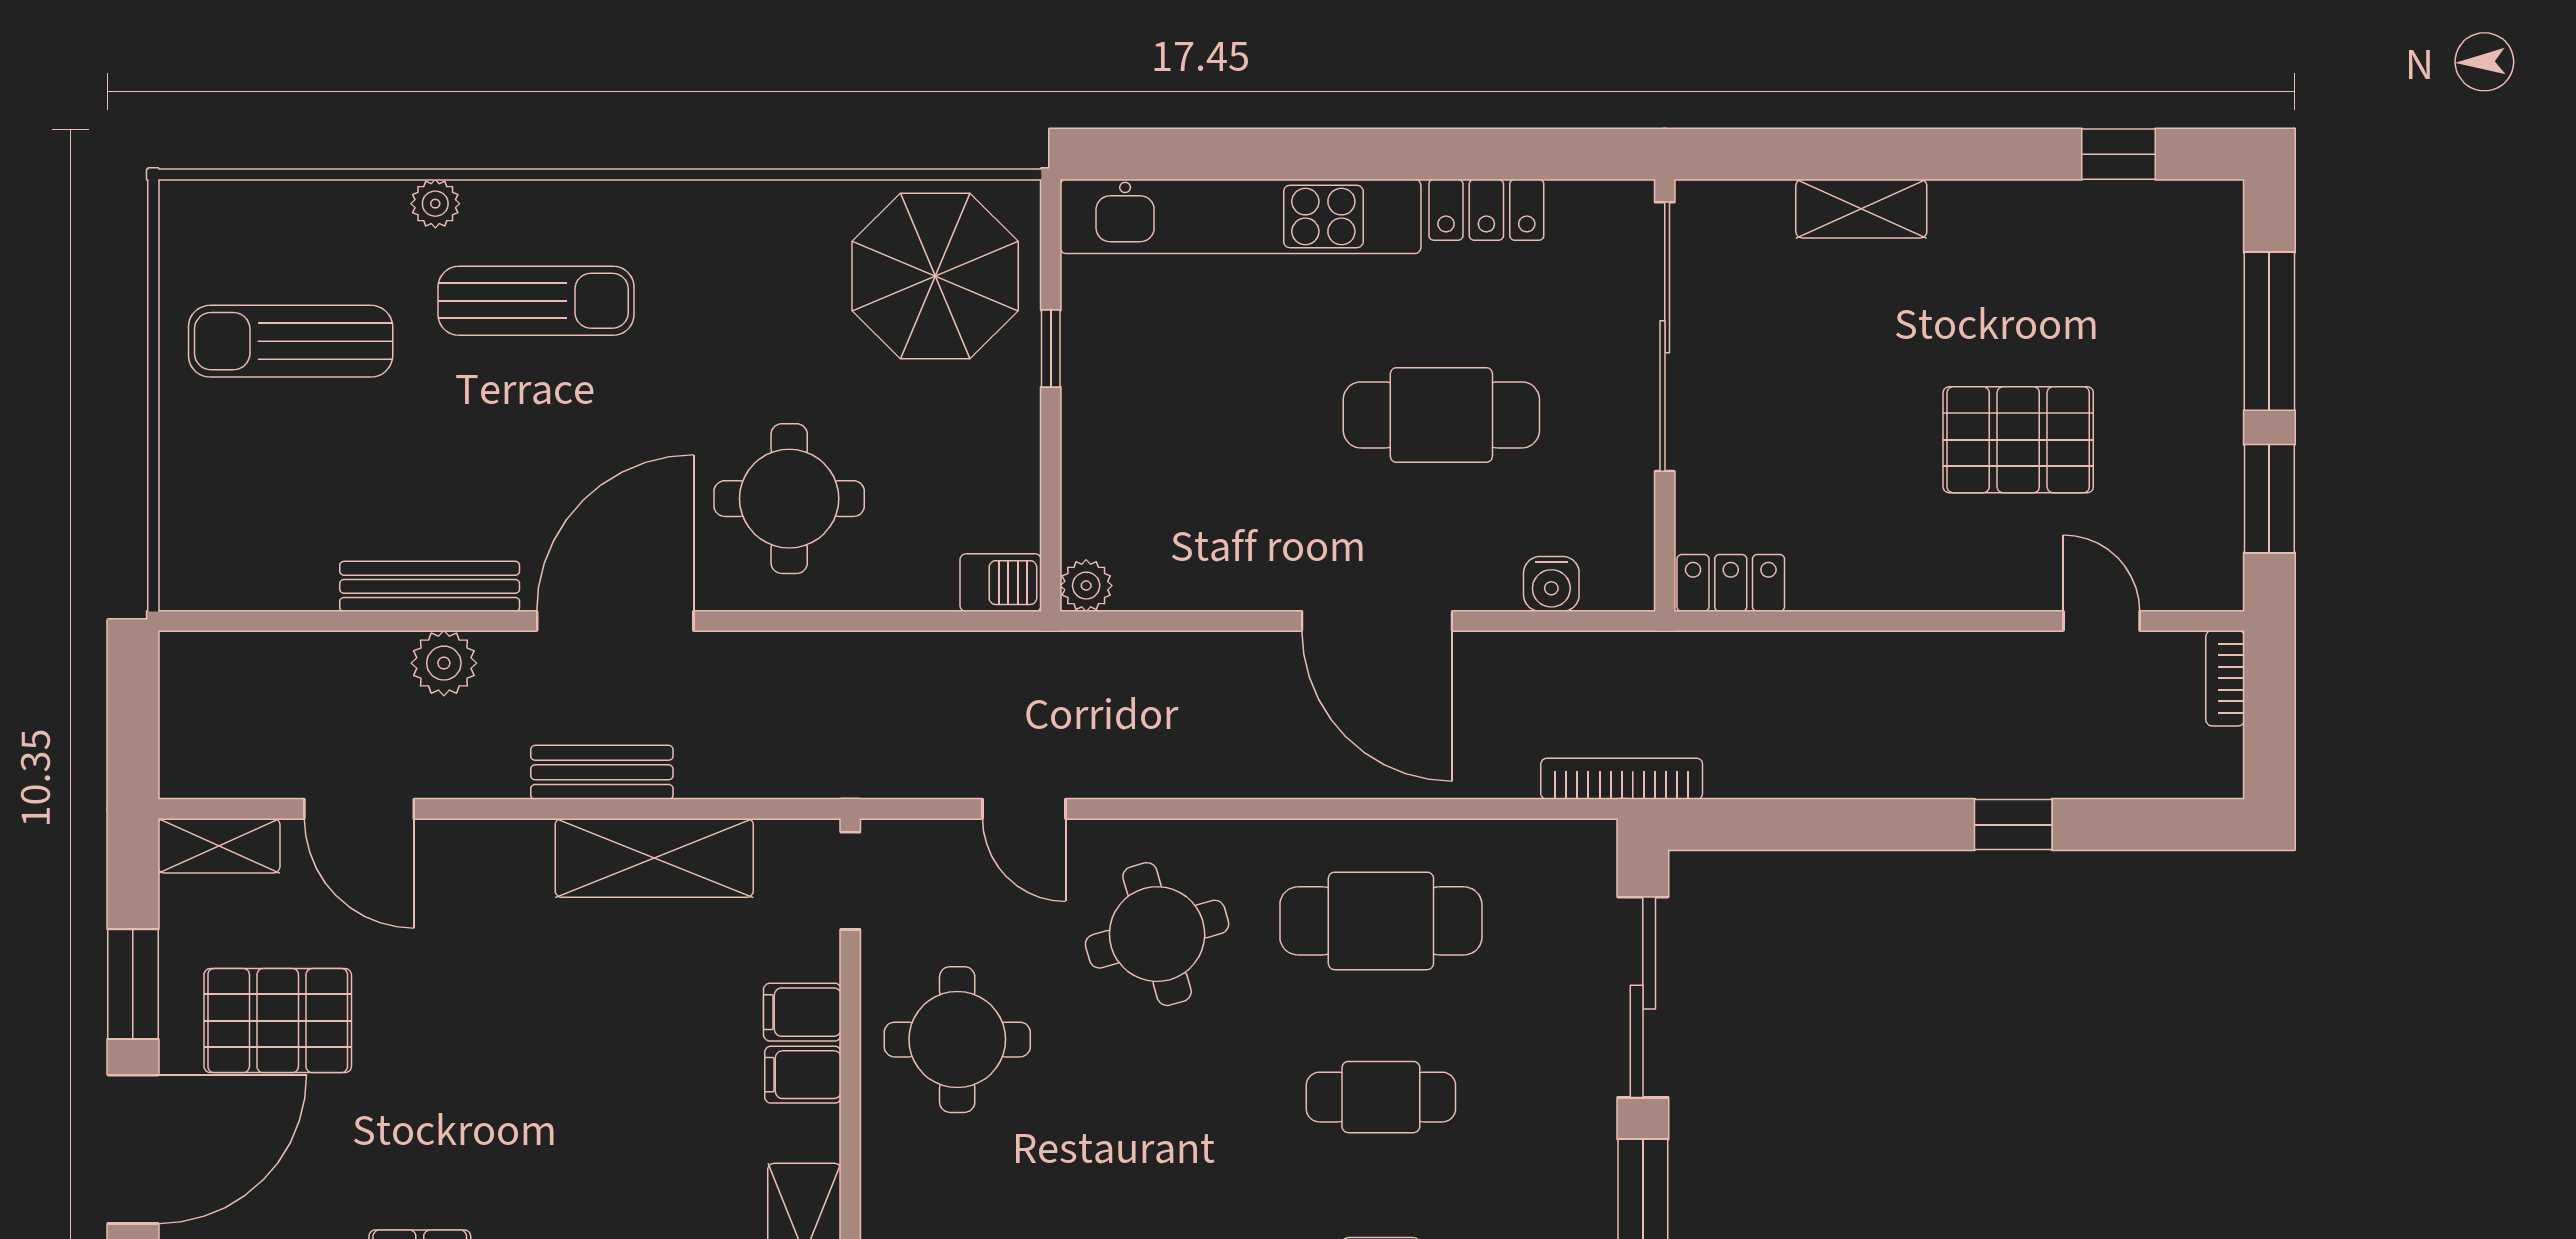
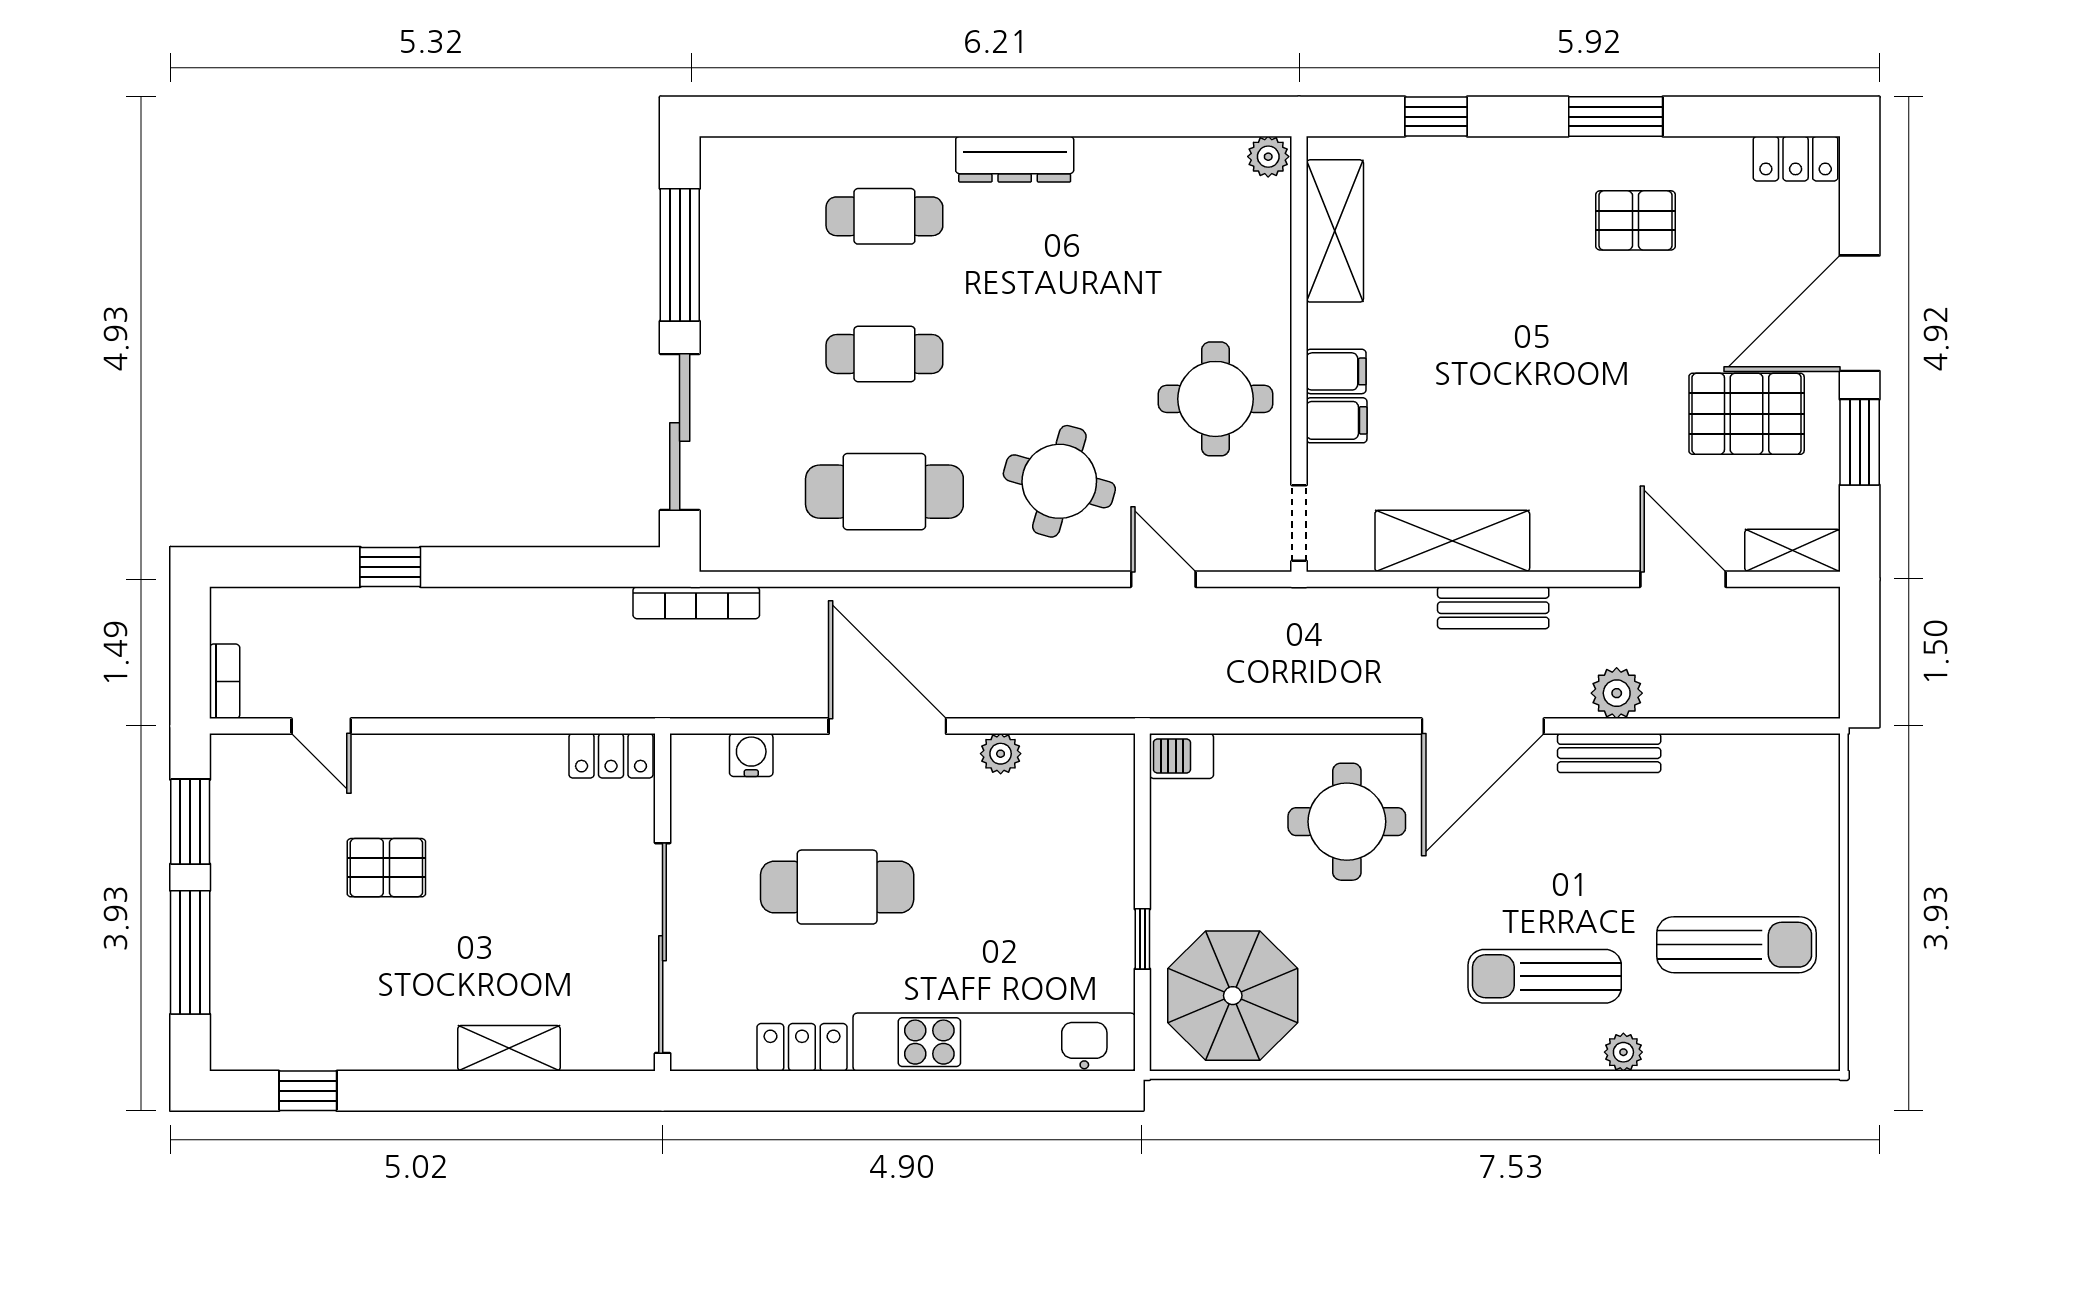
pallet: (2018, 440) -> (386, 868), width x0.67, depth x0.71
bench: (430, 586) -> (1609, 753), width x0.73
plant: (1086, 586) -> (1001, 754), moved
round table: (1157, 934) -> (1059, 481), turned 32

